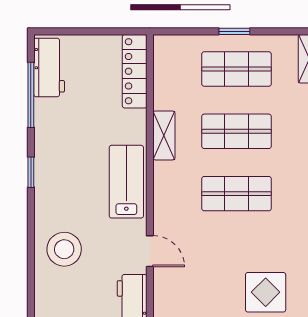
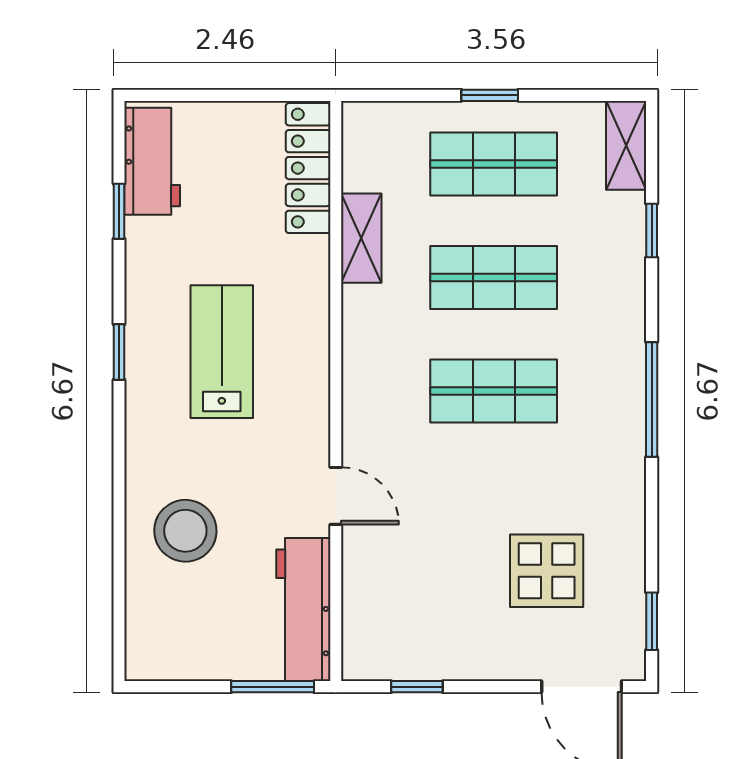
window: (31, 95) -> (119, 211), width x0.46
shelving: (164, 135) -> (361, 238), moved
lab bench: (126, 182) -> (222, 352), moved
stool: (64, 249) -> (185, 531), moved

